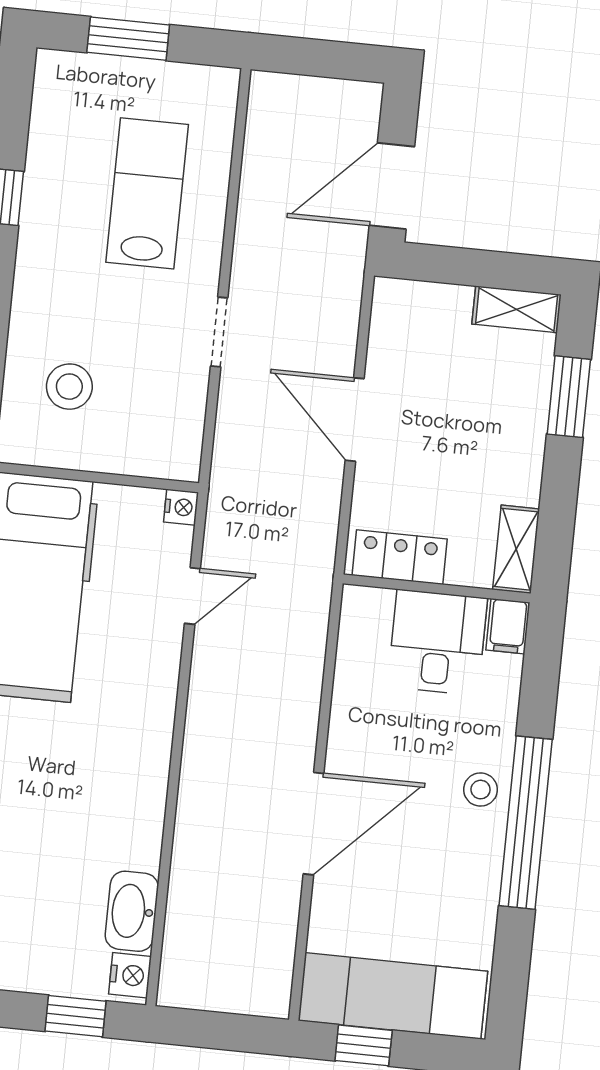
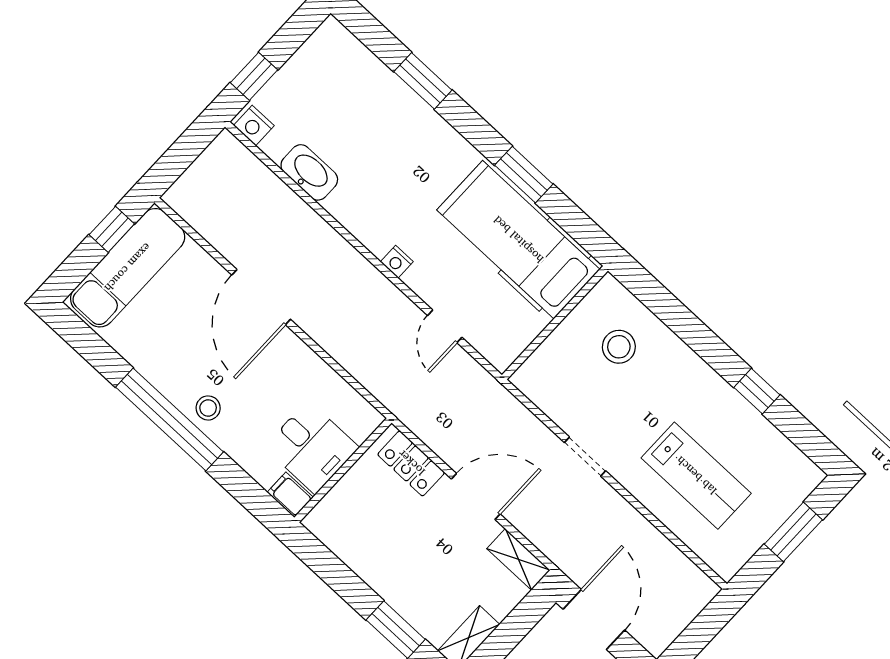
nightstand: (181, 507) -> (397, 262), moved
shelving: (516, 549) -> (518, 559), moved
locker: (400, 557) -> (411, 463), moved, turned 90
washbasin: (132, 911) -> (309, 172), moved

